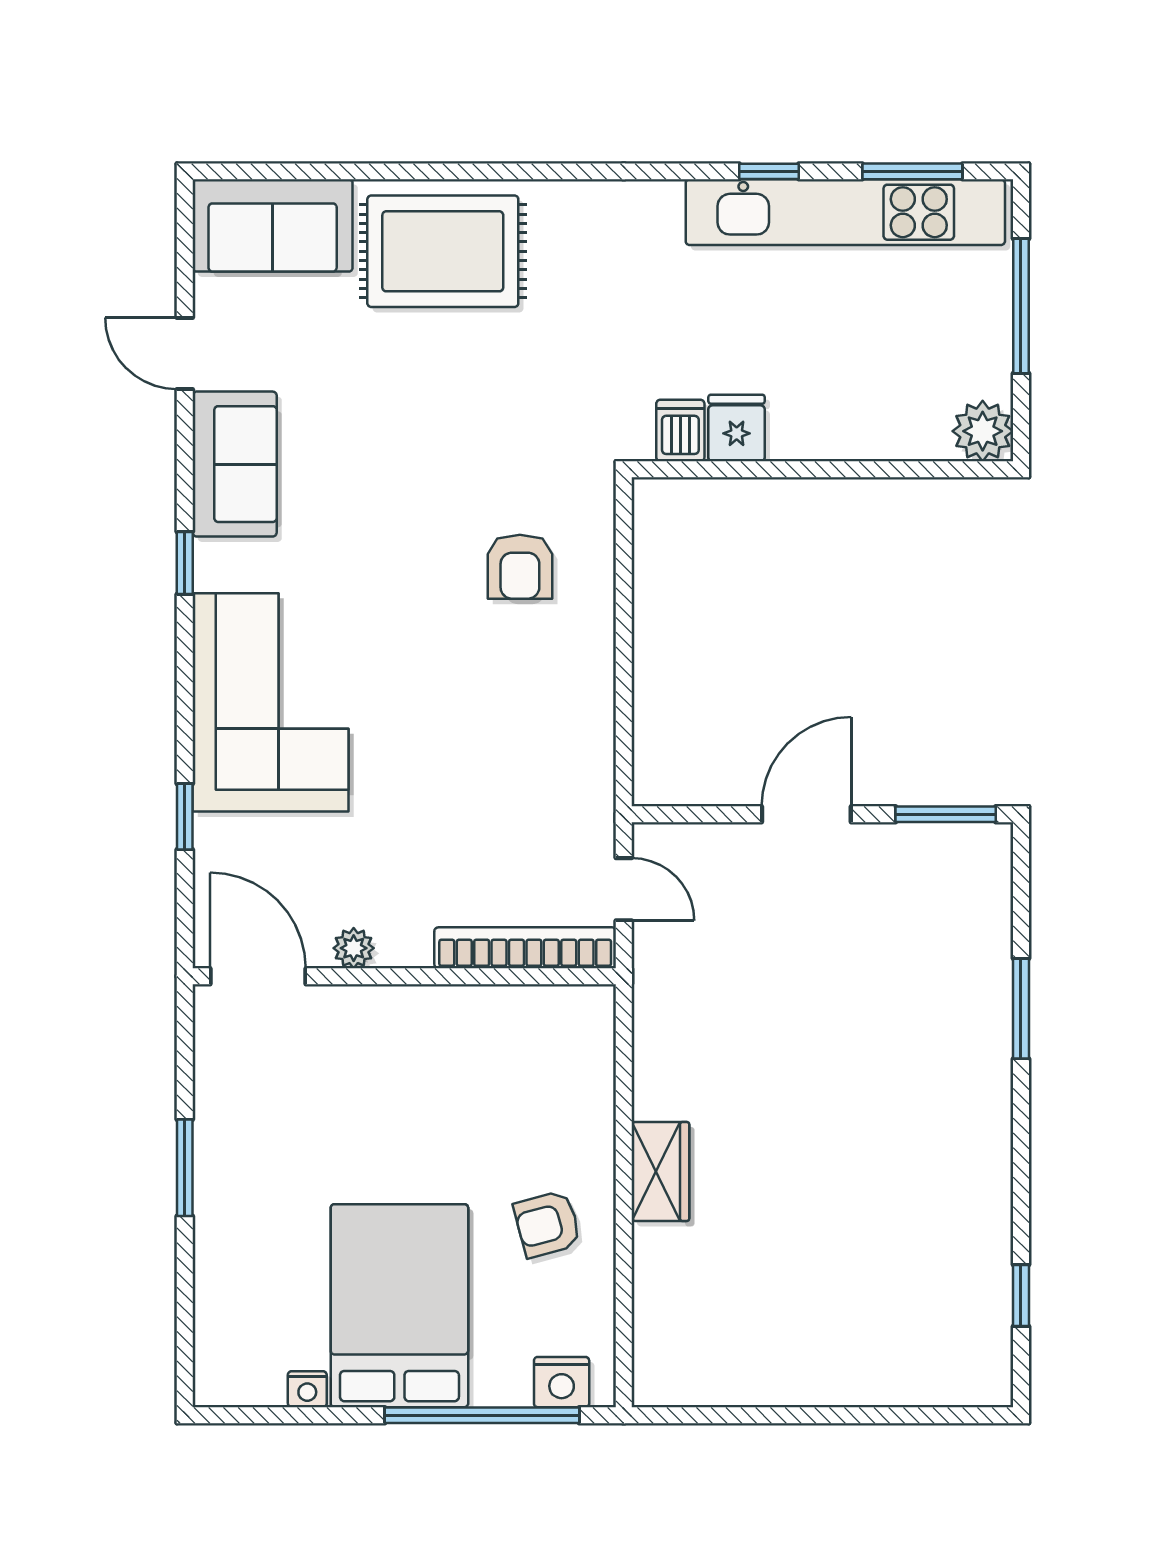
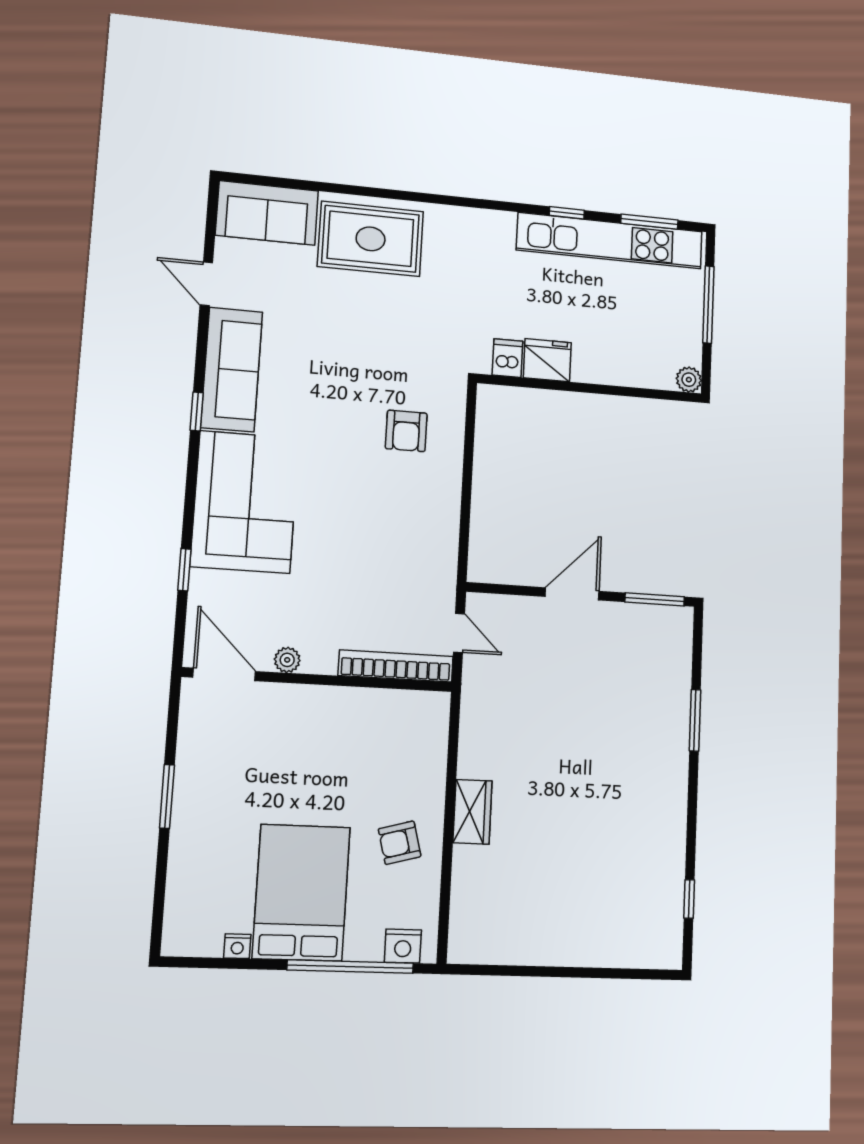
fridge: (737, 428) -> (547, 360), width x1.38
plant: (983, 431) -> (689, 380), width x0.73, depth x0.73
sofa: (235, 464) -> (232, 370), width x1.36

